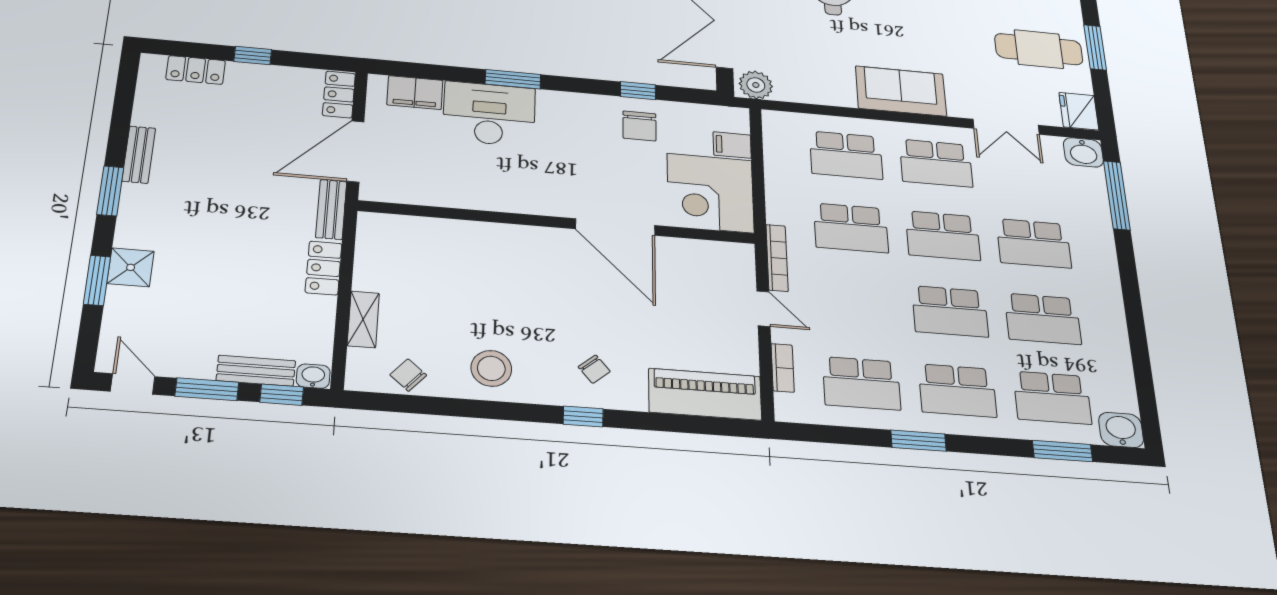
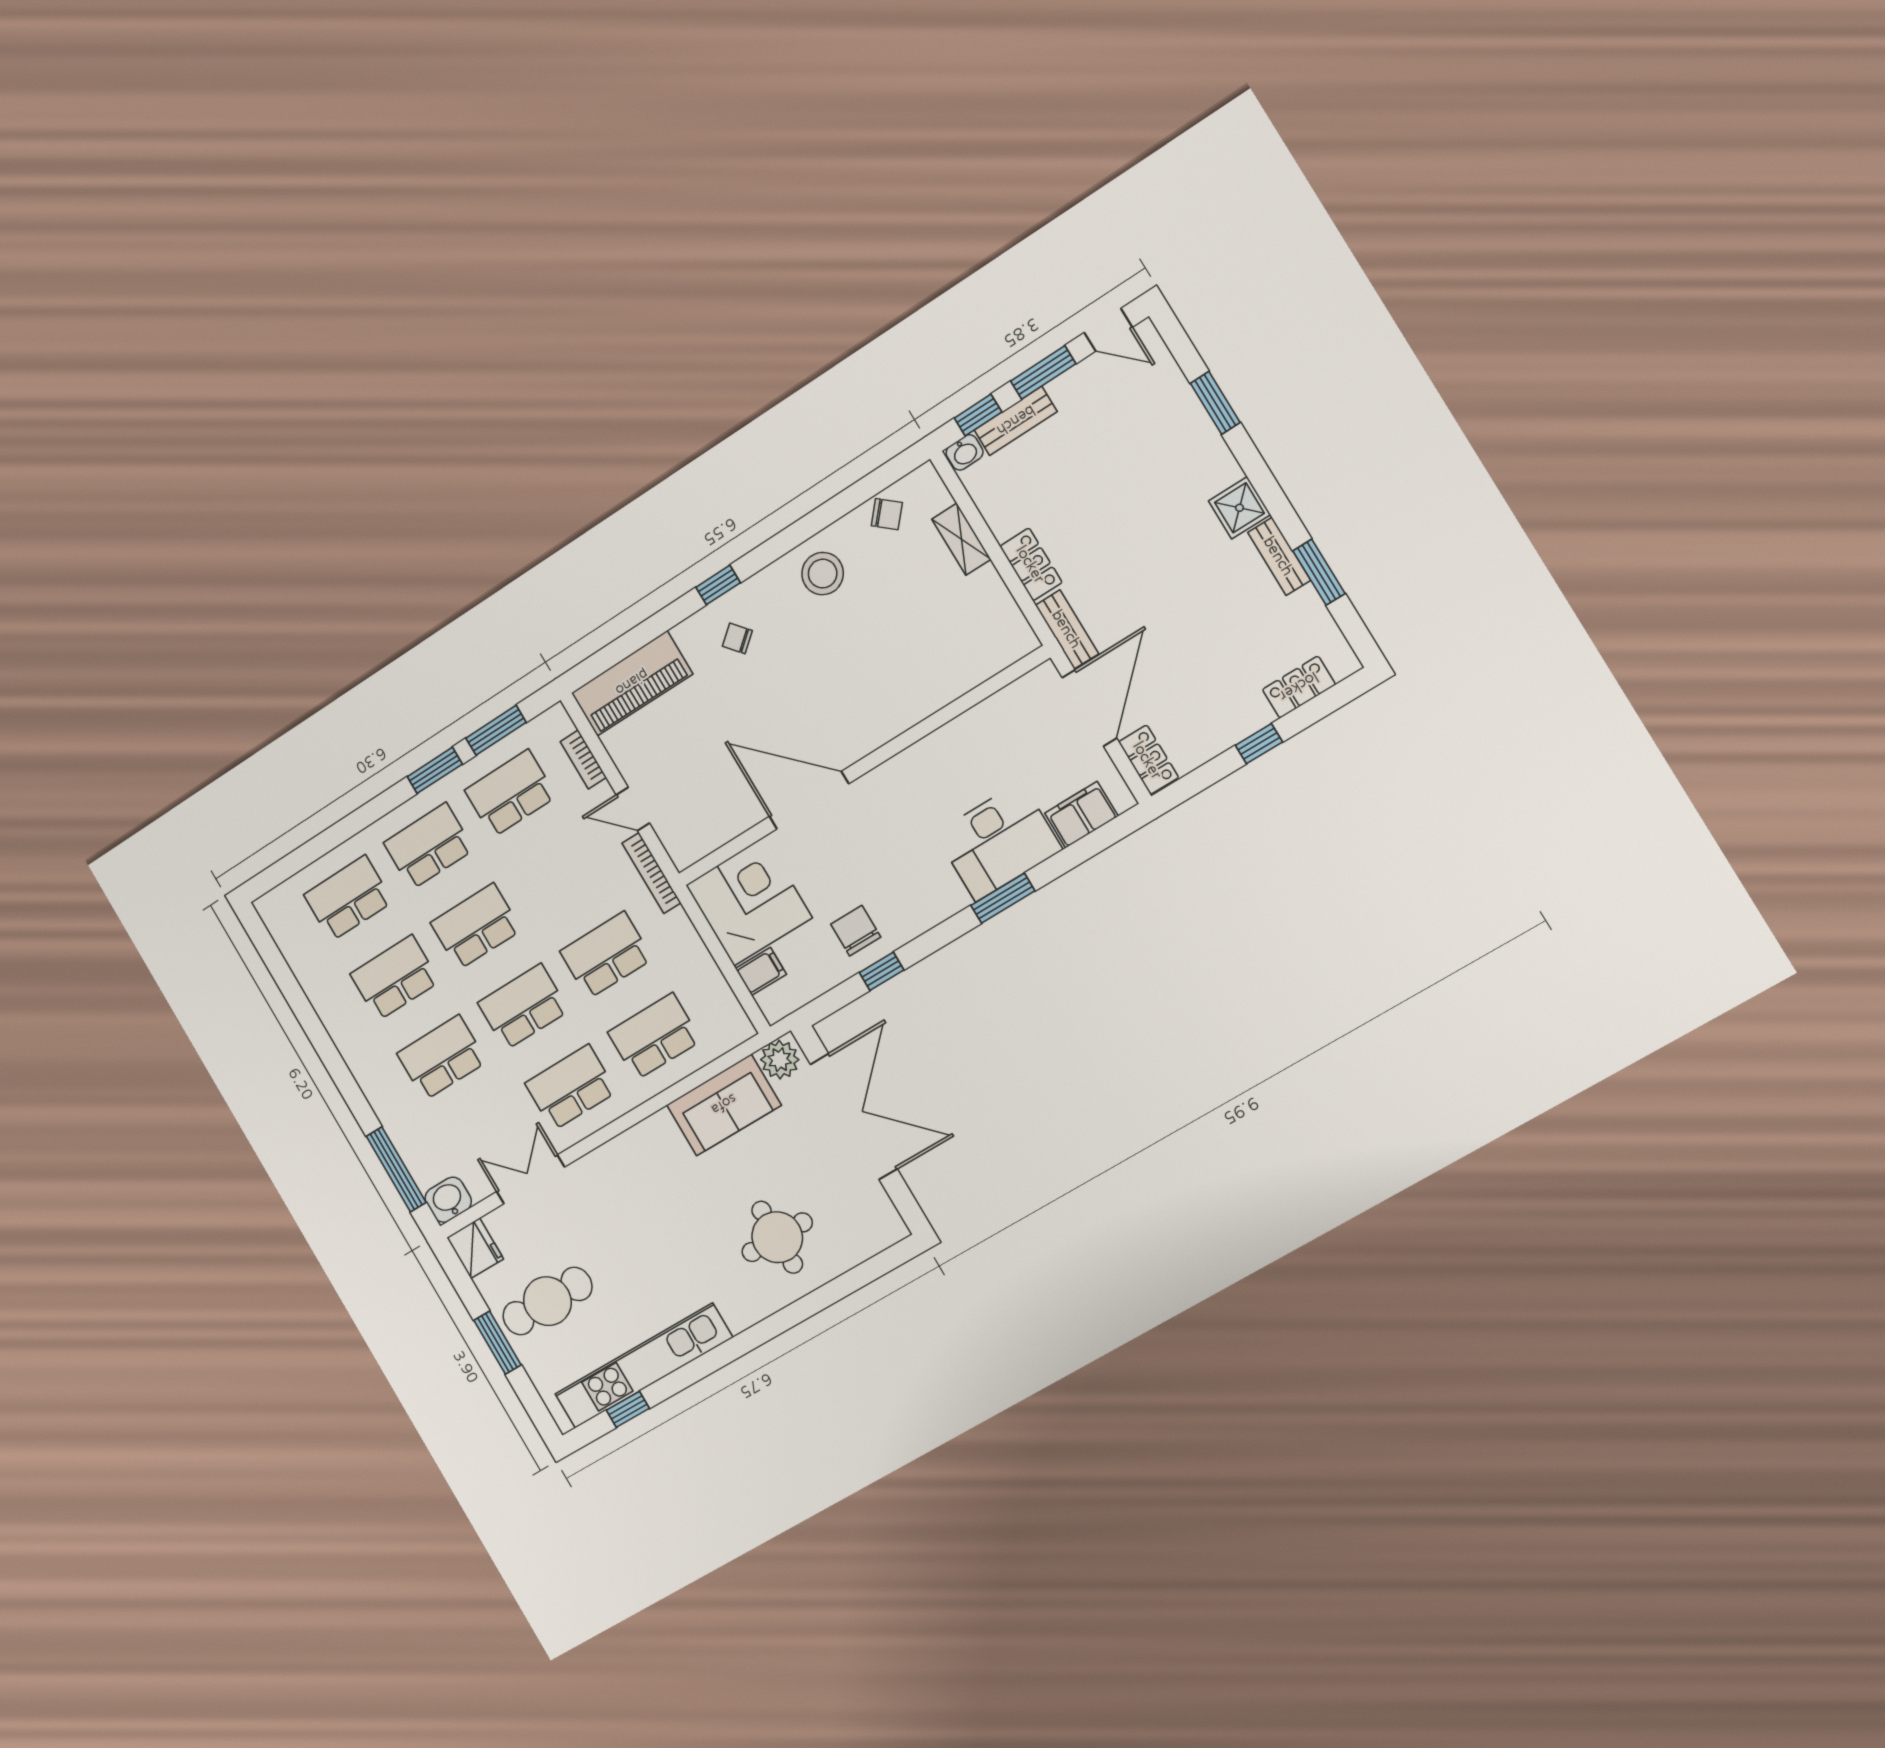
sofa: (901, 91) -> (724, 1105), moved
window: (110, 191) -> (1319, 572), moved
shower: (131, 267) -> (1239, 508), moved
washbasin: (1121, 430) -> (278, 907), removed
window: (1062, 451) -> (496, 730), moved

